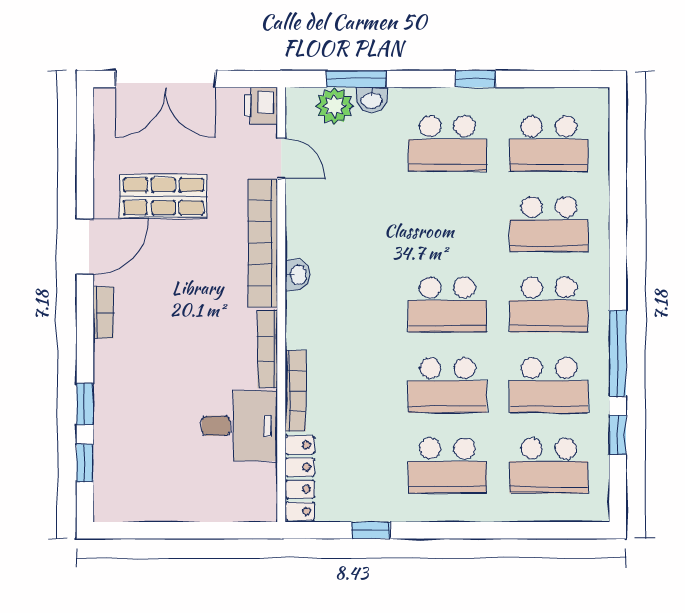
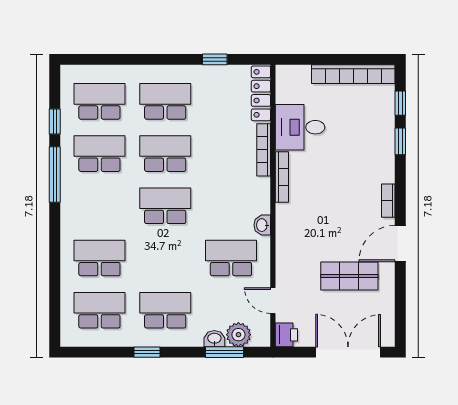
bookcase: (263, 243) -> (353, 74), moved, turned 90
school desk: (549, 305) -> (231, 258), moved

